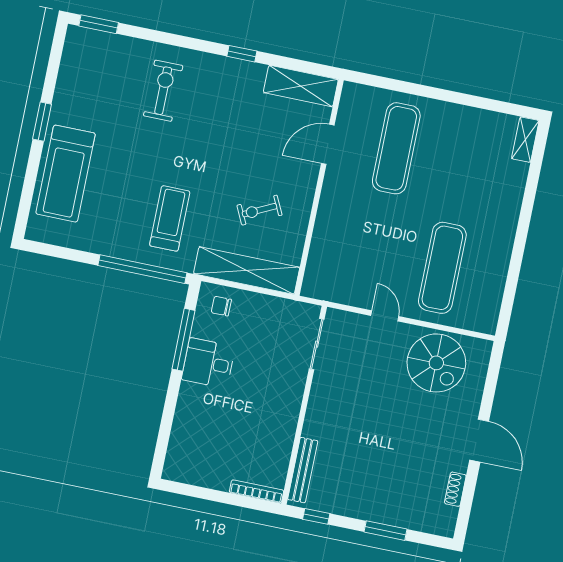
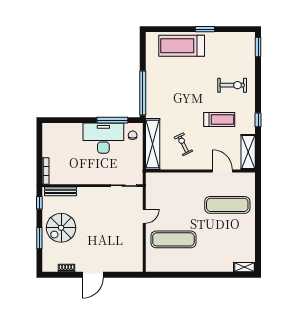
treadmill: (170, 218) -> (219, 120), moved
desk: (208, 363) -> (103, 138), width x1.87, depth x1.30
spiral stairs: (436, 363) -> (61, 228), moved

